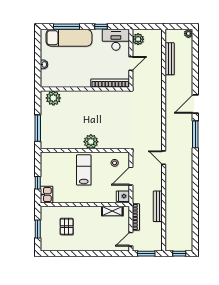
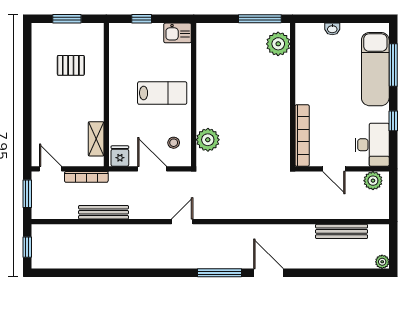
window: (38, 128) -> (260, 19), moved
plant: (91, 142) -> (208, 140), moved
kitchen sink: (47, 195) -> (178, 33), moved

